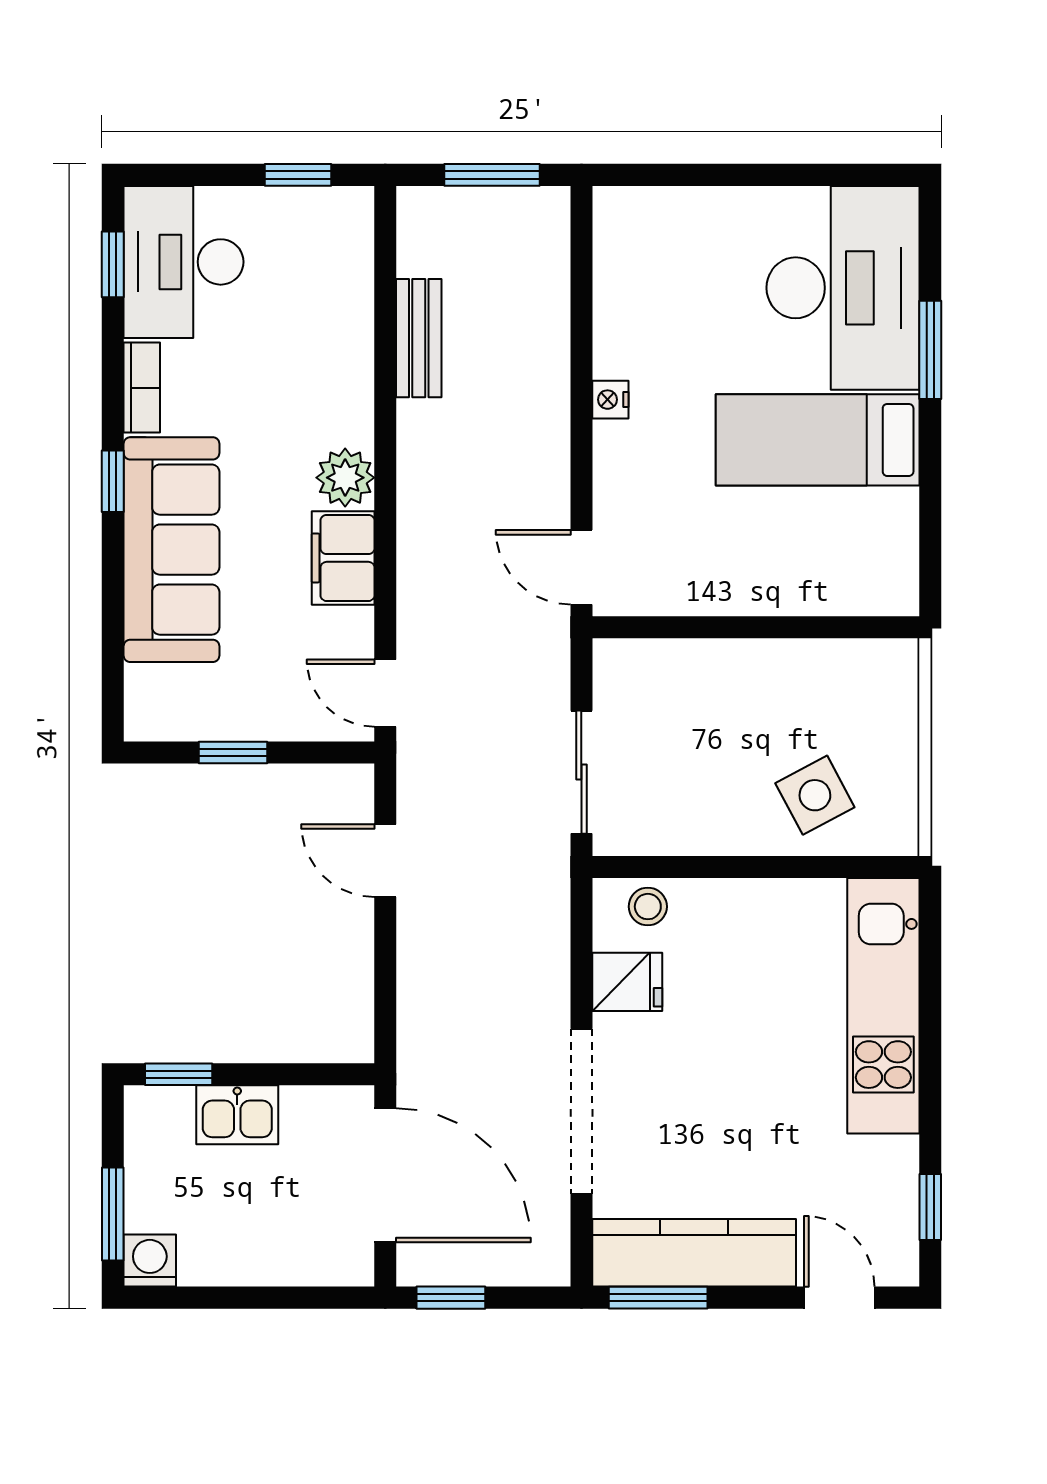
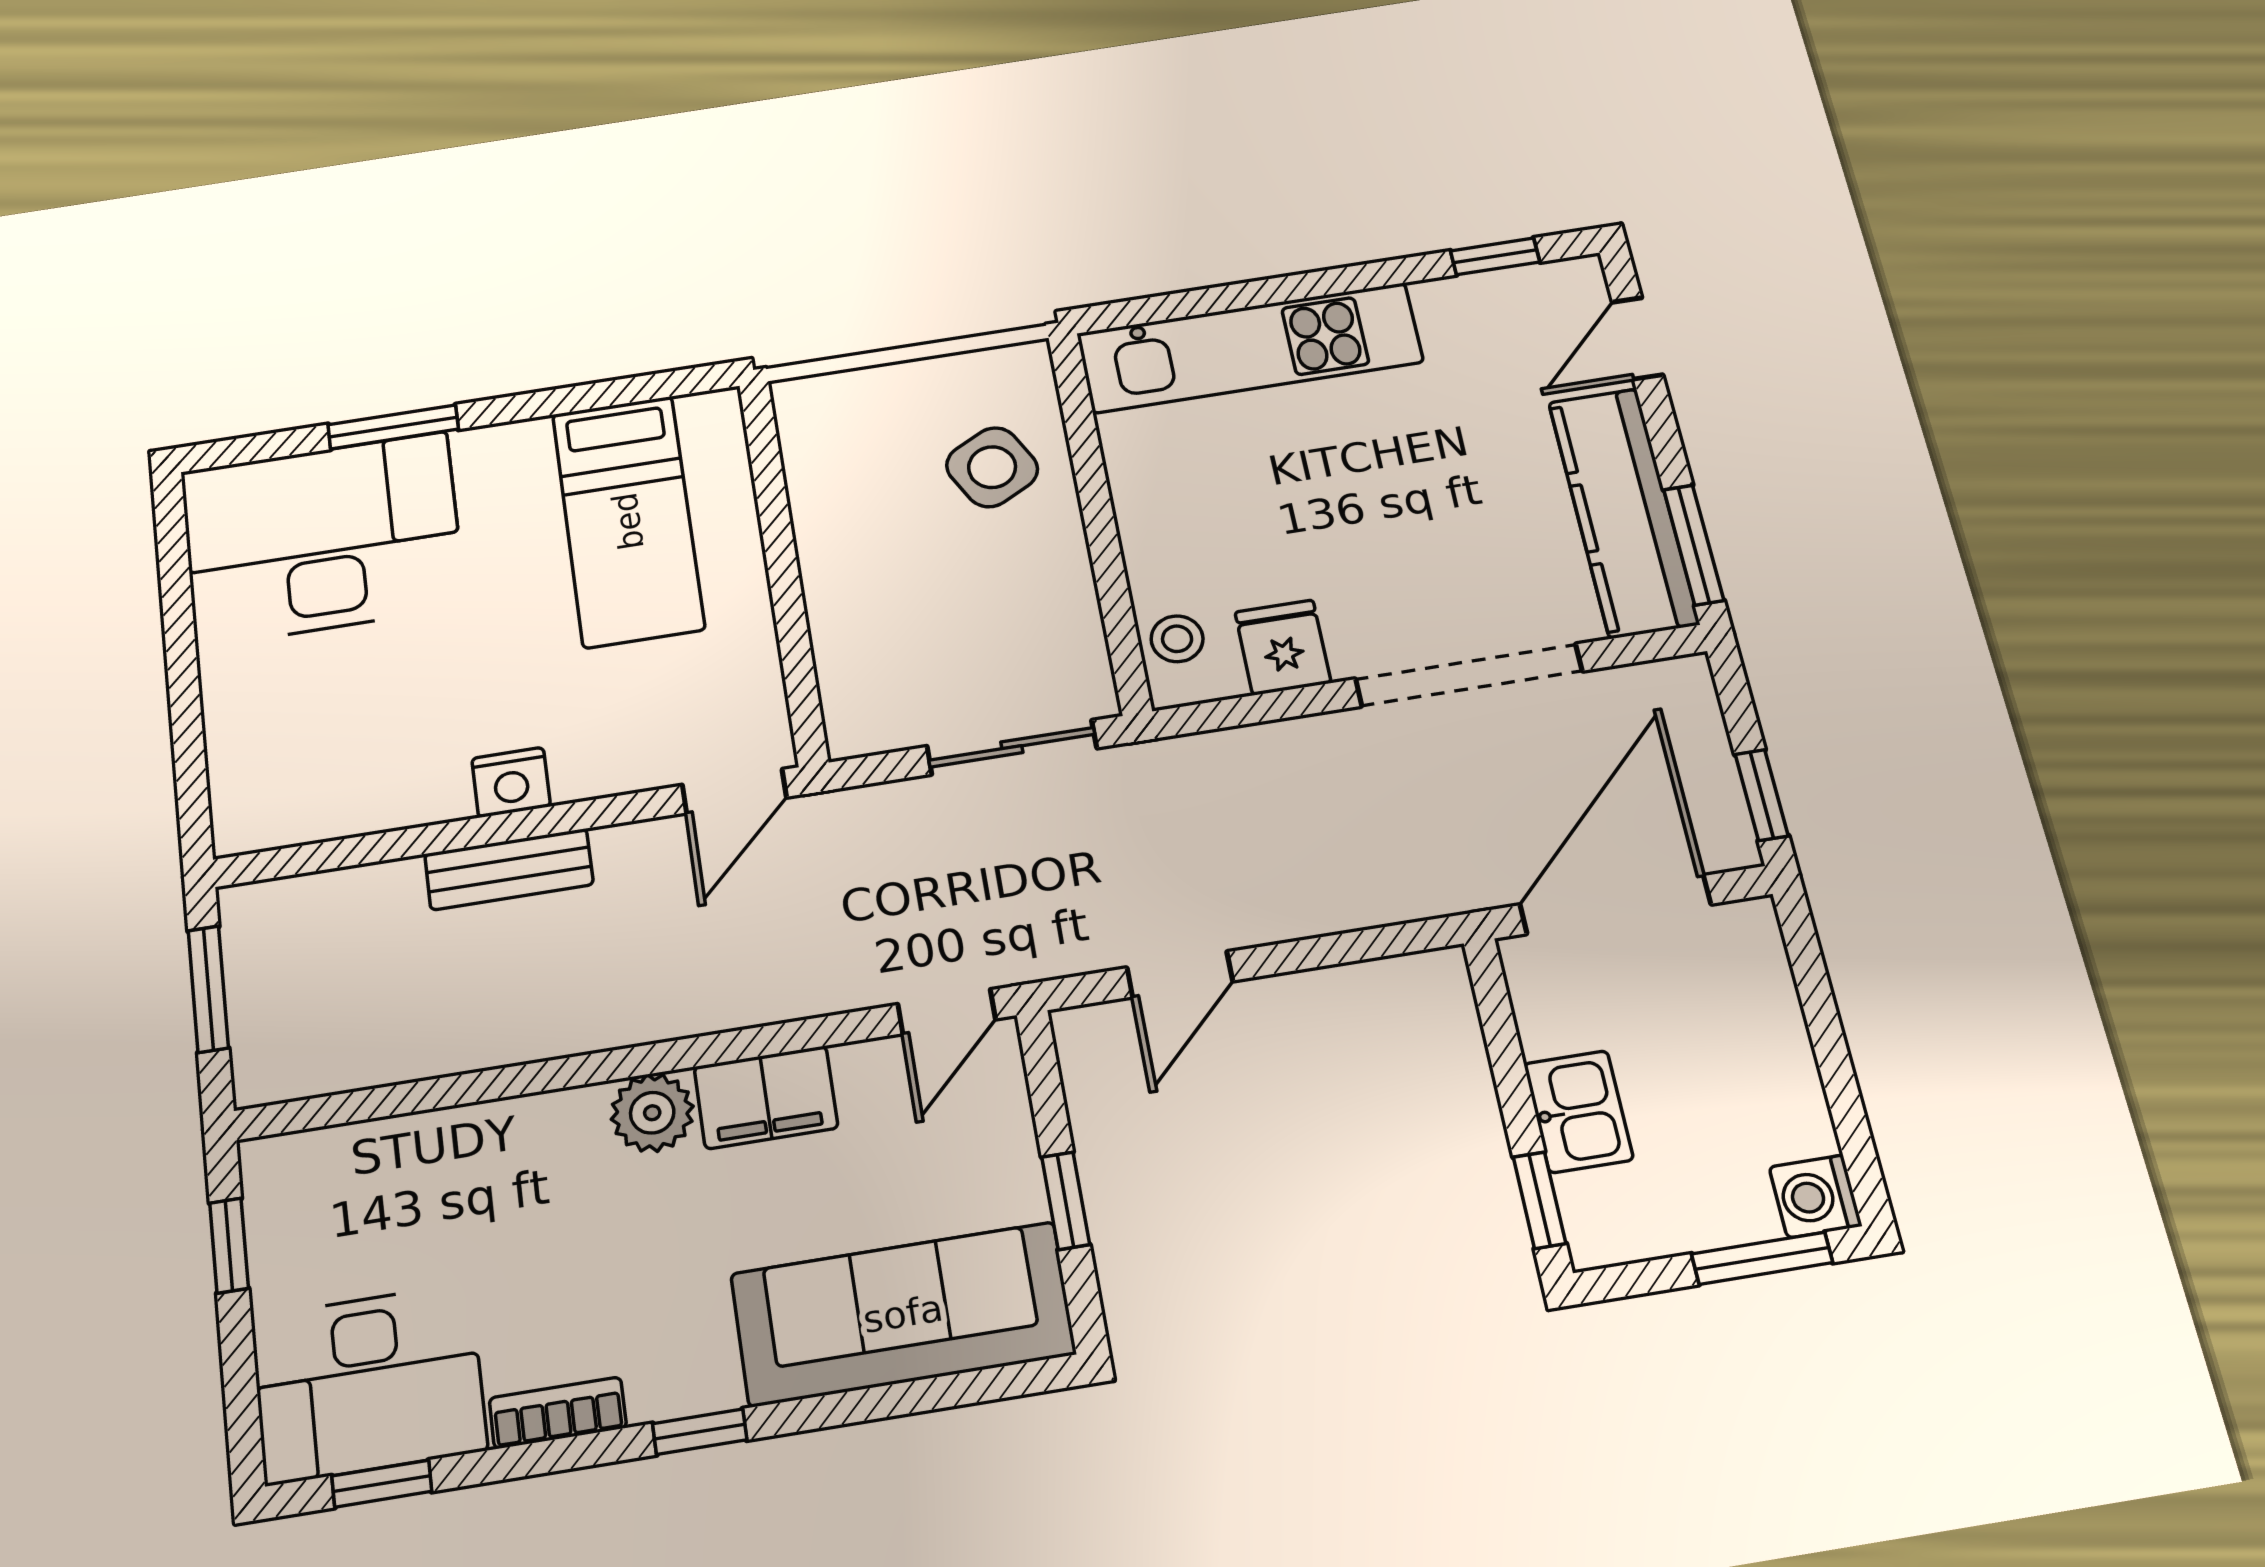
bench: (419, 338) -> (509, 869), moved
nightstand: (610, 400) -> (511, 782), width x1.39, depth x1.35
bed: (818, 440) -> (628, 521), moved
sofa: (171, 550) -> (903, 1314), moved

